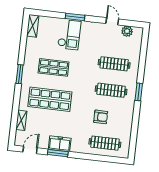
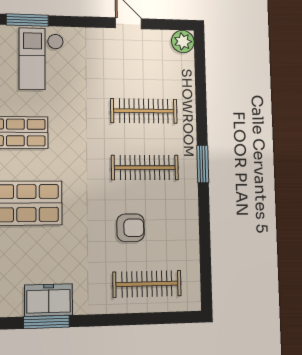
window: (75, 17) -> (27, 20), moved
plant: (127, 31) -> (183, 41), moved
checkout: (69, 35) -> (41, 59), turned 180

